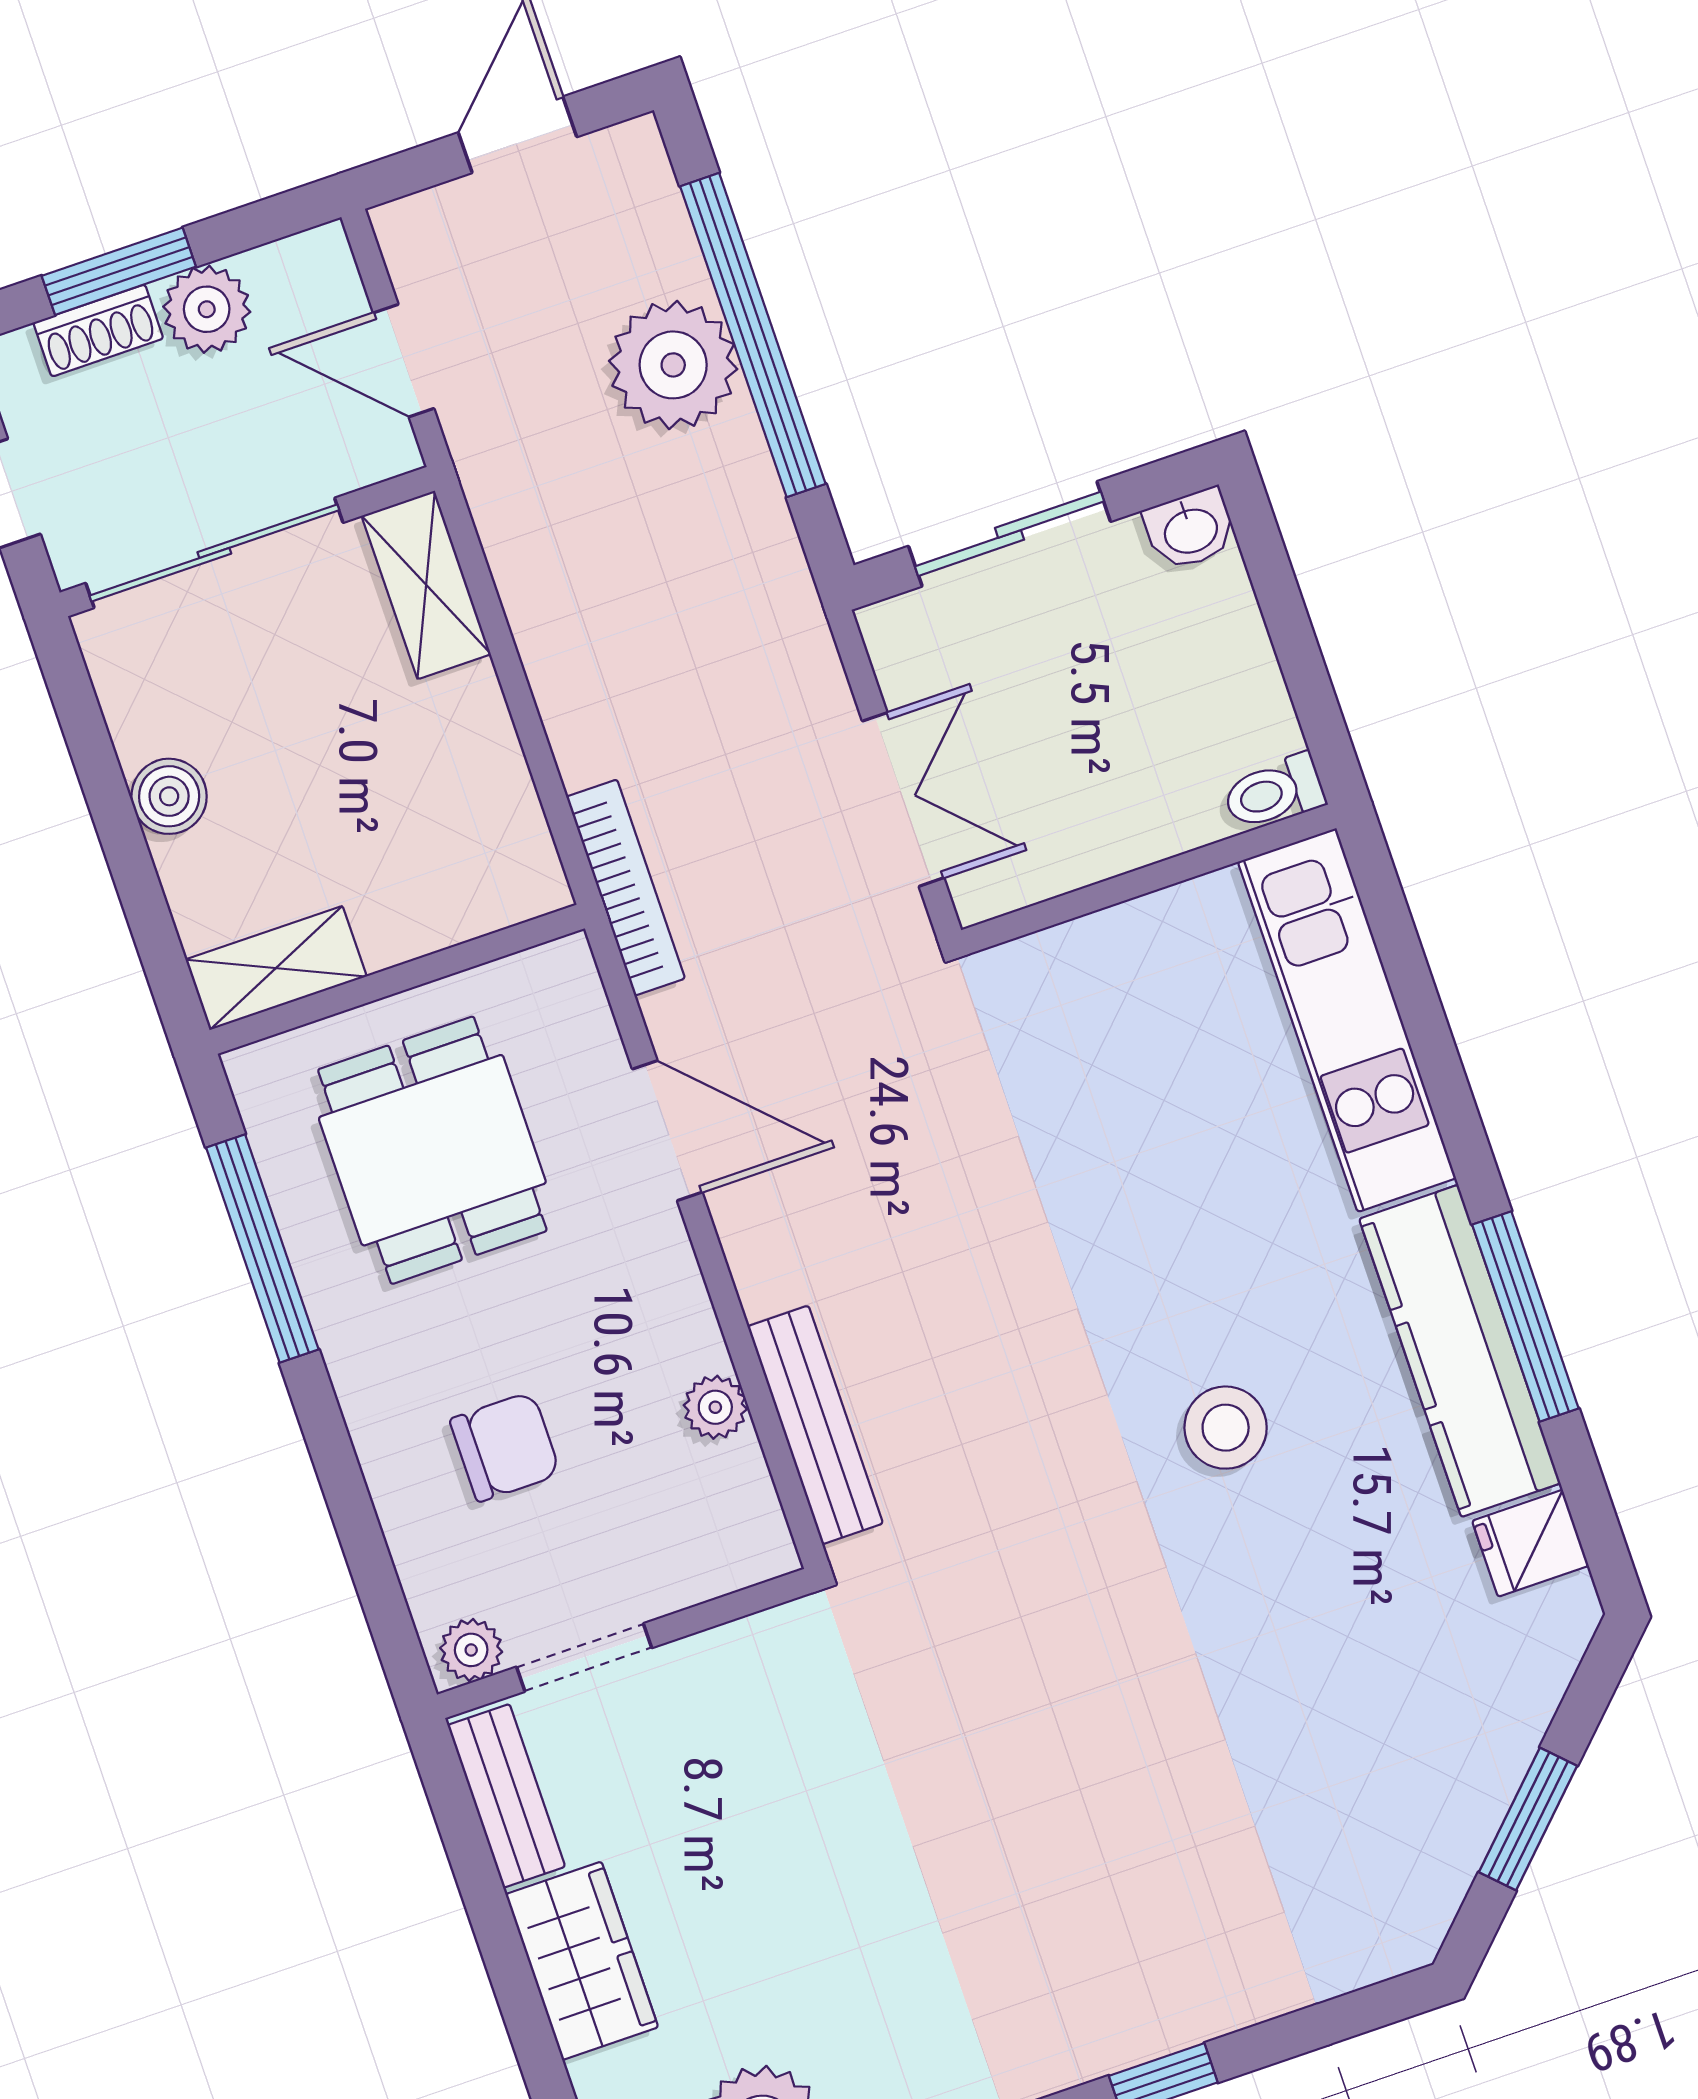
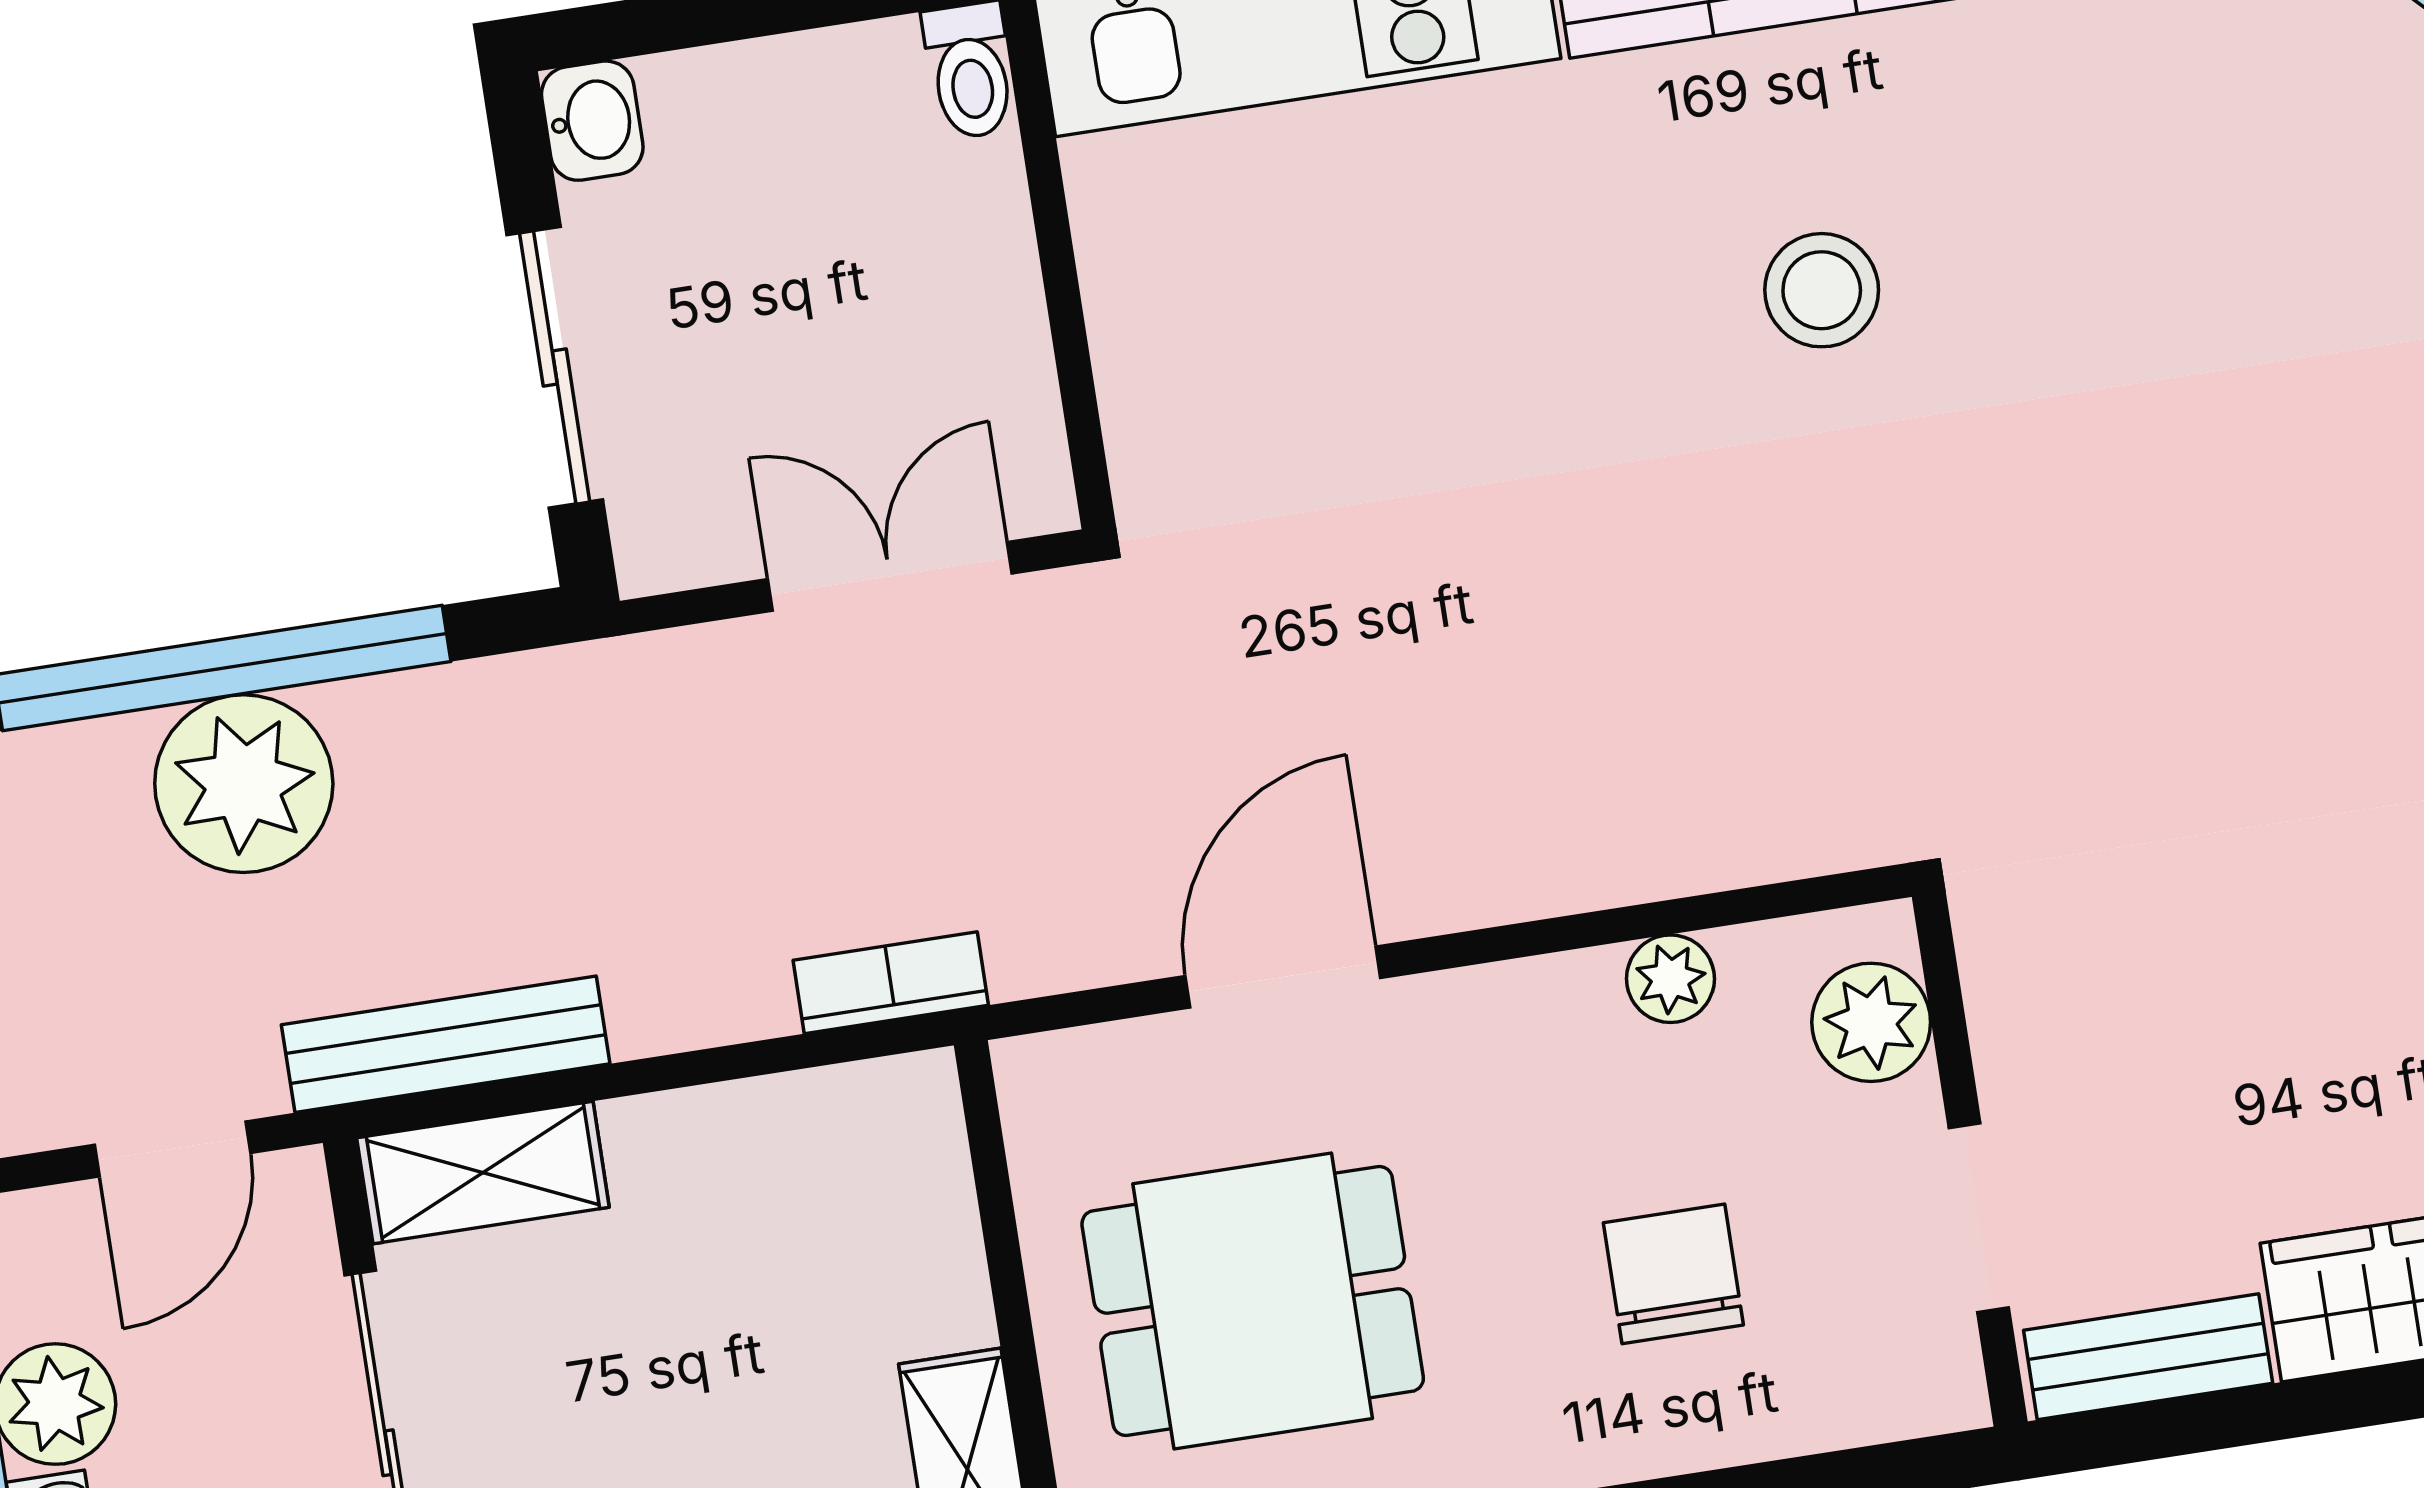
bookcase: (626, 888) -> (891, 983), width x0.64
bench: (815, 1425) -> (446, 1044), moved
plant: (471, 1650) -> (1871, 1022), moved, width x1.38, depth x1.38

